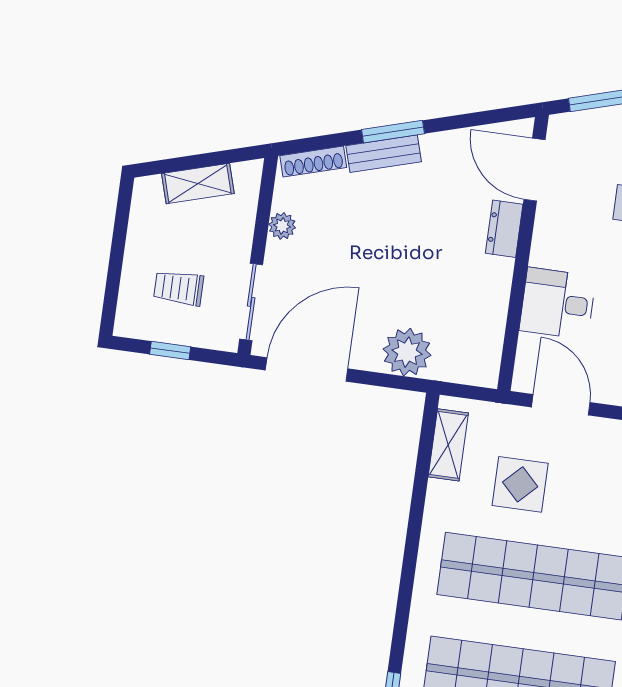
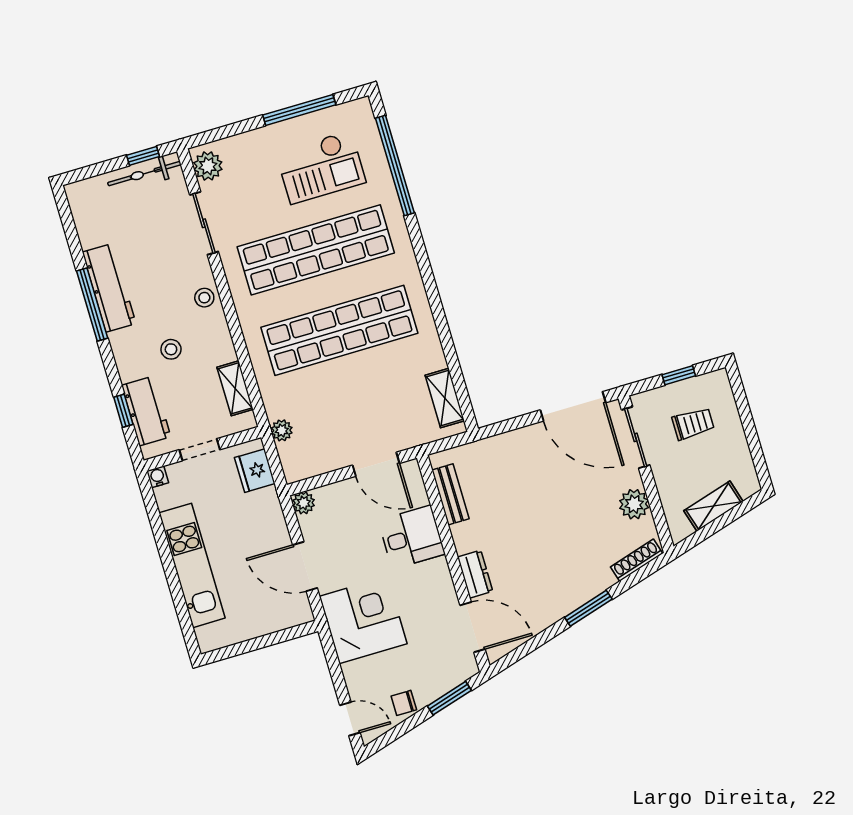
bench: (384, 154) -> (450, 494), moved, turned -73
plant: (282, 226) -> (634, 504), width x1.38, depth x1.38
plant: (407, 352) -> (505, 452), removed
door: (307, 369) -> (573, 406), hinge flipped
display table: (520, 484) -> (379, 393), removed

